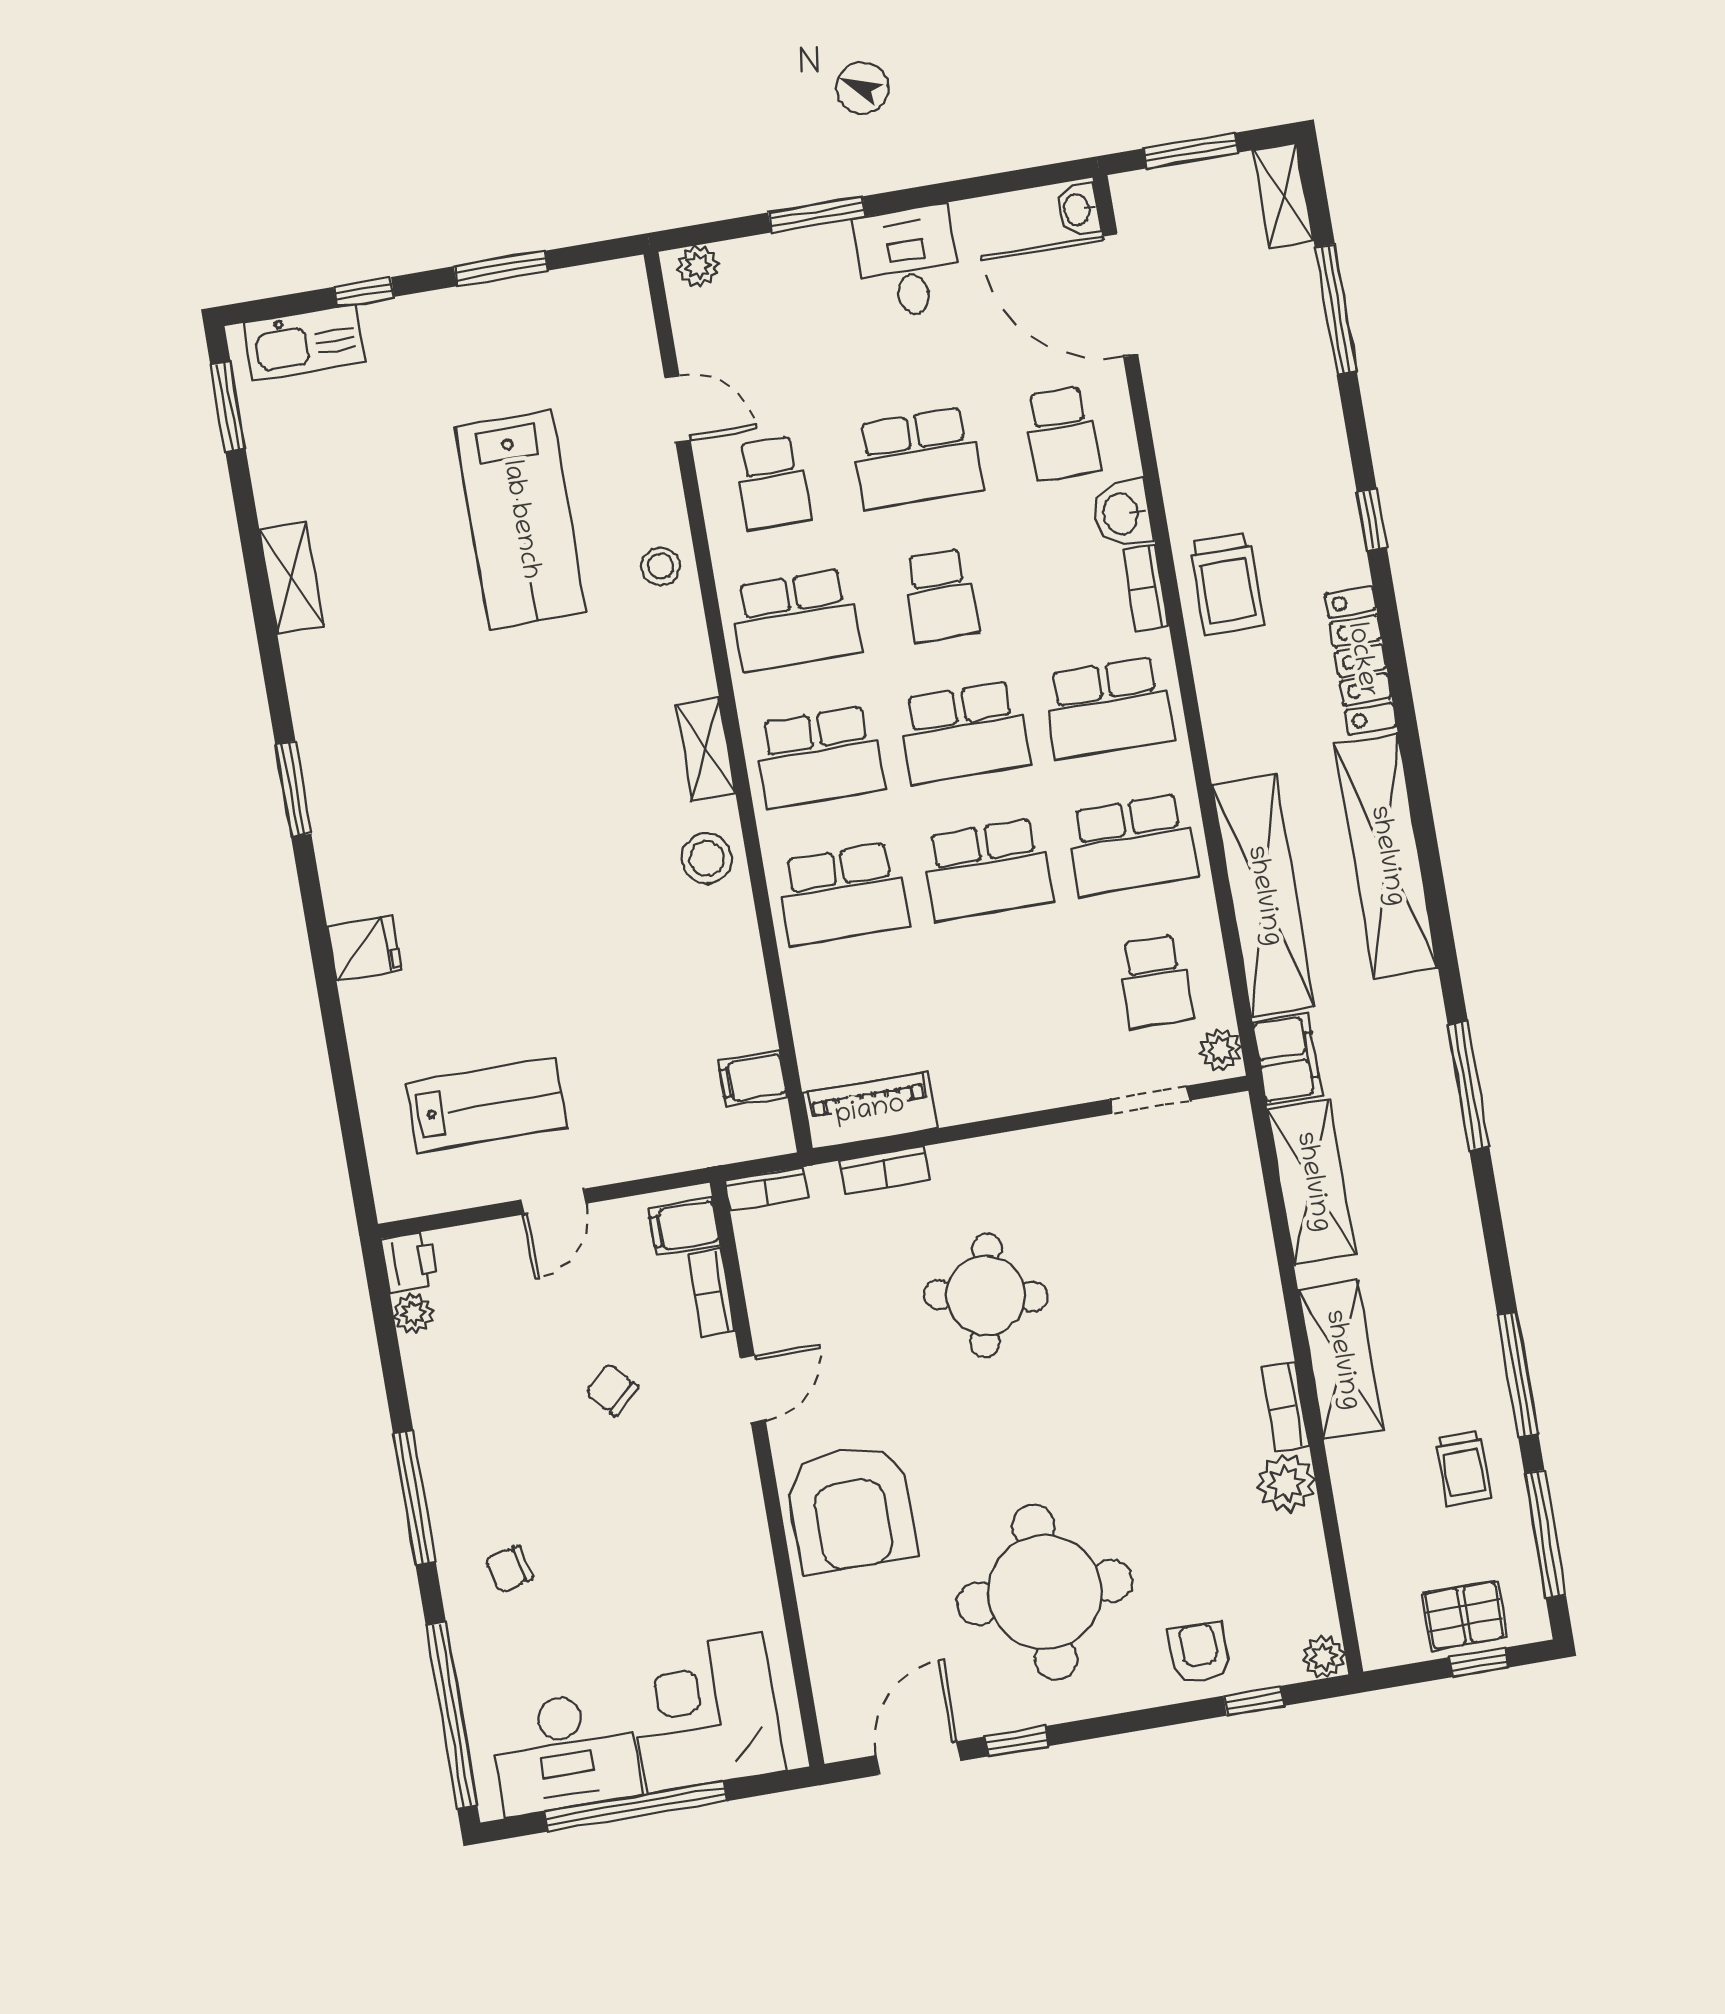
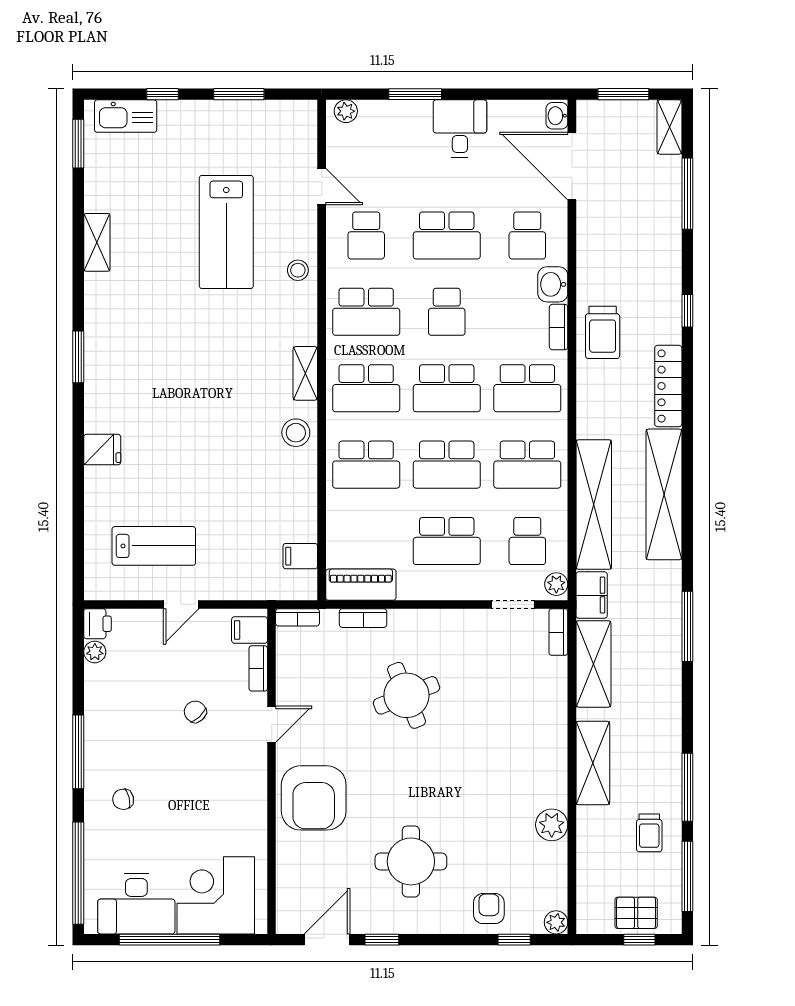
school desk: (1011, 1006) -> (447, 541), added
round table: (986, 1296) -> (406, 695), turned -33
bookcase: (1285, 1407) -> (558, 632), moved
round table: (1045, 1592) -> (411, 861), width x0.73, depth x0.73

